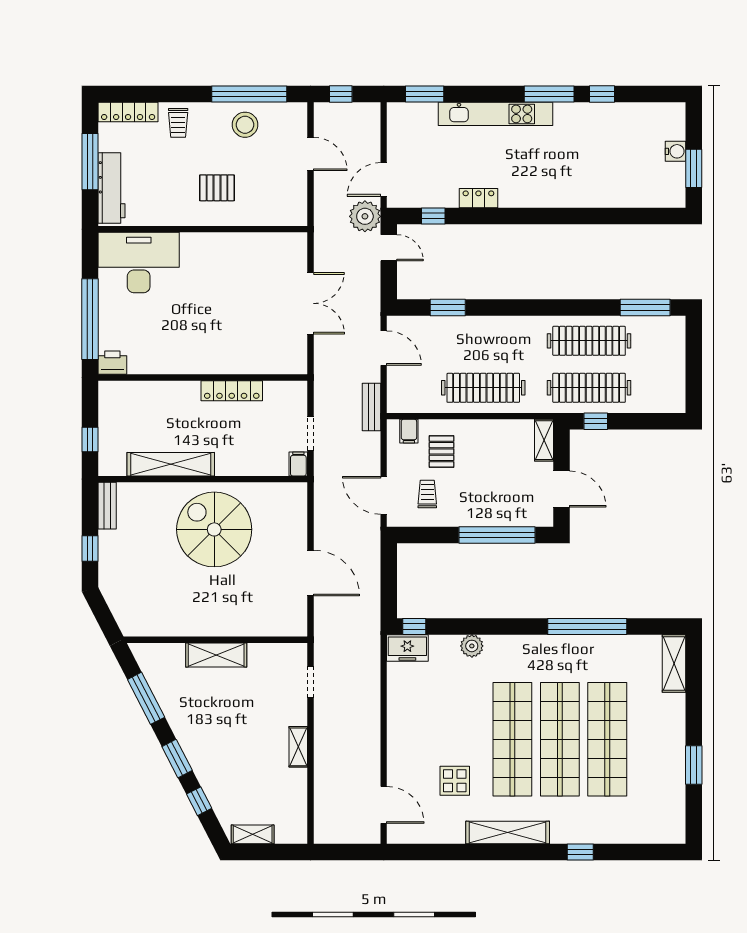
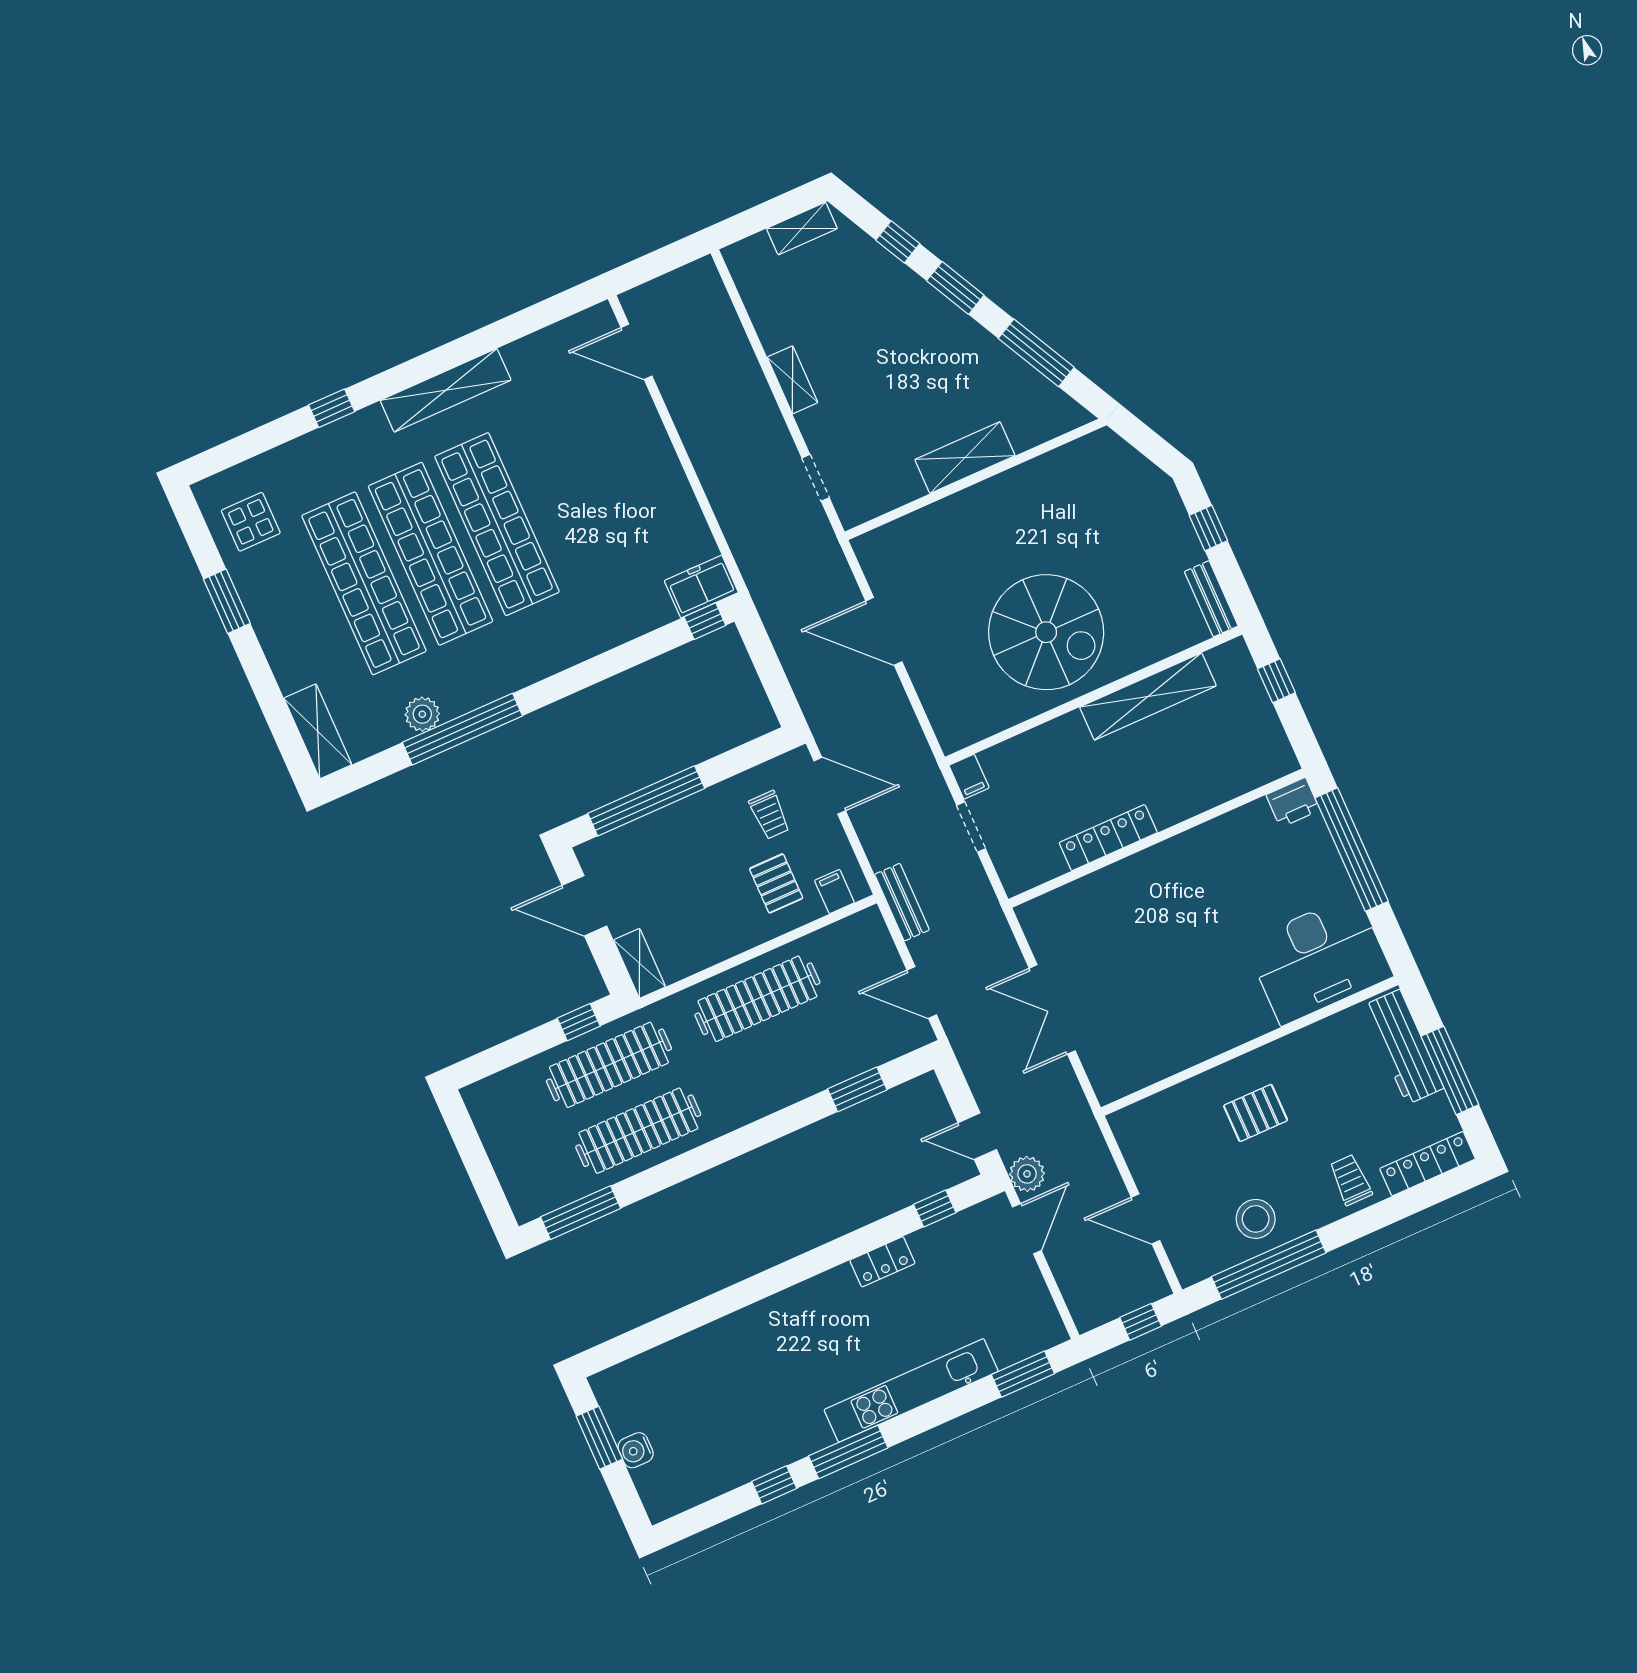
plant: (365, 216) -> (1027, 1174), width x0.73, depth x0.73
plant: (472, 646) -> (422, 714), moved
display table: (455, 781) -> (251, 522), moved

